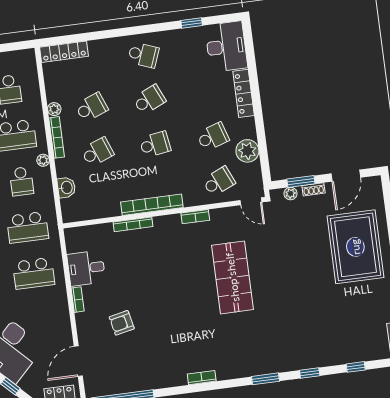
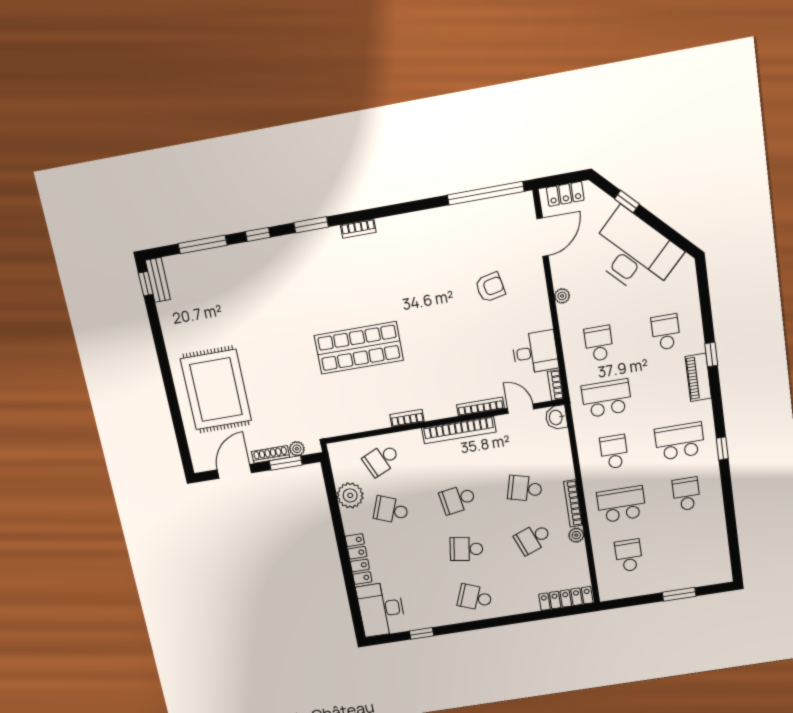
school desk: (149, 100) -> (466, 549), turned 33
school desk: (213, 137) -> (391, 510), turned 39
school desk: (97, 152) -> (525, 488), turned 36
plant: (43, 160) -> (562, 296), moved
washbasin: (66, 188) -> (556, 417), moved
shoe rack: (313, 189) -> (270, 454), width x1.43
door: (251, 201) -> (521, 409), moved
school desk: (34, 273) -> (599, 343), width x0.54
shop shelf: (232, 277) -> (359, 348), turned 90
bookcase: (78, 300) -> (556, 385), moved
window: (356, 367) -> (203, 244), width x2.17
bookcase: (202, 378) -> (358, 229), moved

